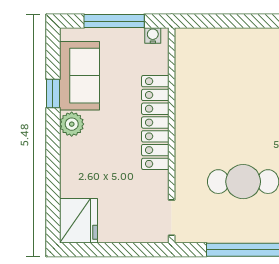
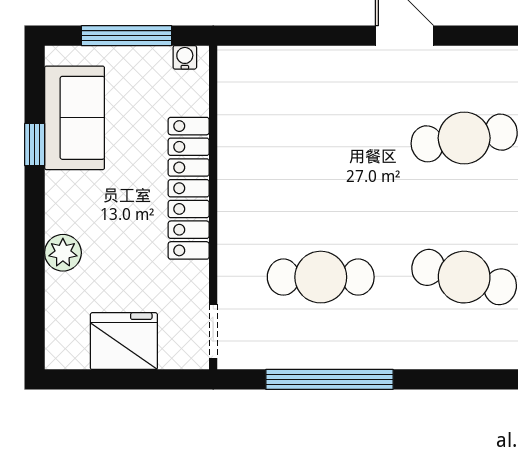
plant: (72, 124) -> (63, 253), moved
fridge: (78, 221) -> (124, 341), moved, turned -90

